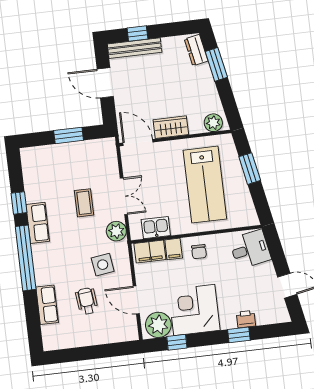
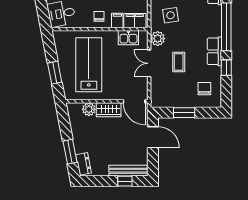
door: (105, 83) -> (153, 137), moved
plant: (213, 123) -> (89, 109), moved
chair: (45, 171) -> (204, 89), added

